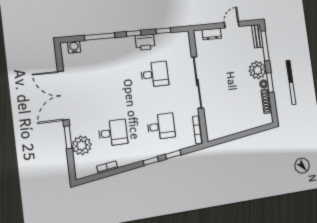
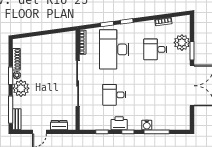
water cooler: (74, 47) -> (147, 125), moved
desk: (161, 126) -> (114, 49), width x1.87, depth x1.30

